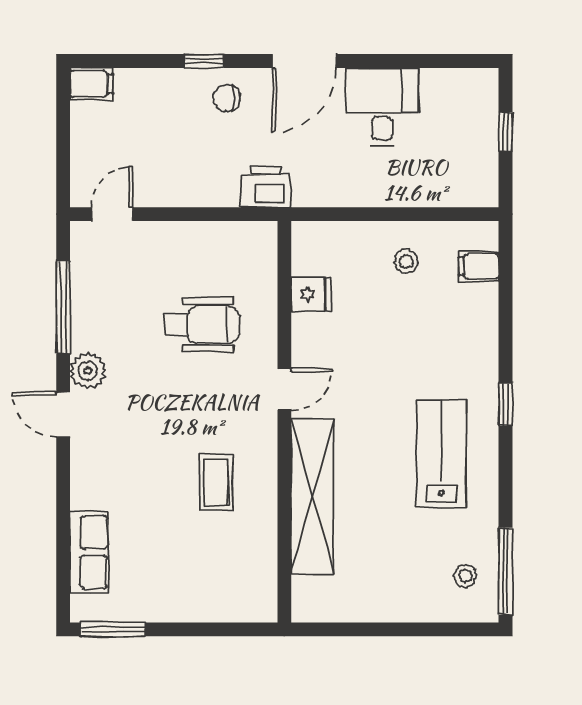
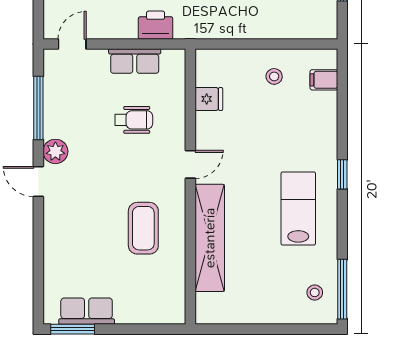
printer: (266, 187) -> (156, 25), moved
row of seats: (203, 239) -> (135, 61), added
wheelchair: (202, 325) -> (134, 120), width x0.73, depth x0.73
coffee table: (216, 482) -> (143, 228), width x1.36, depth x1.30
row of seats: (89, 552) -> (87, 311), moved, turned -90

